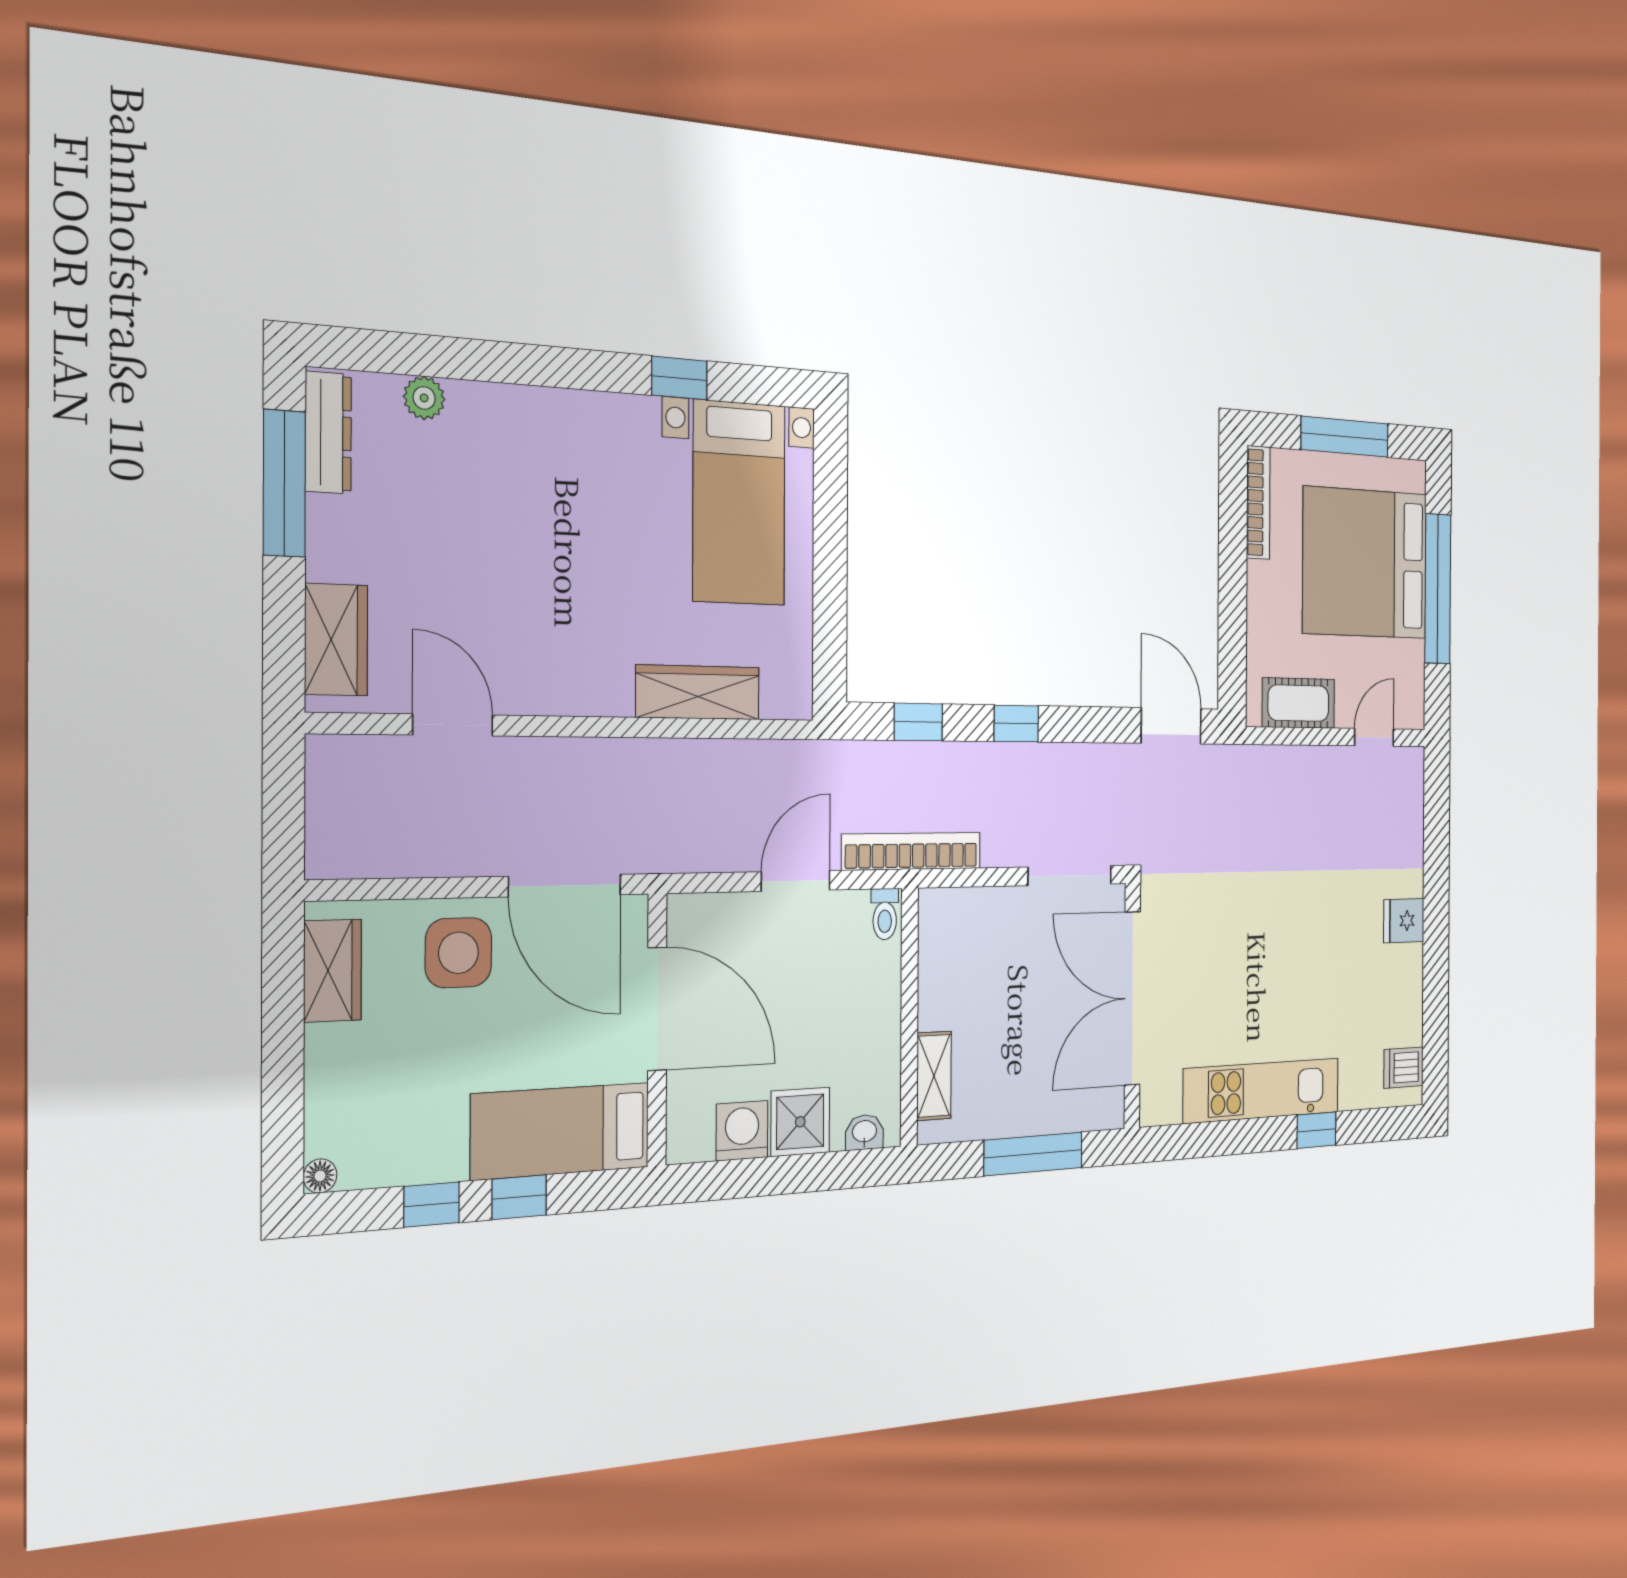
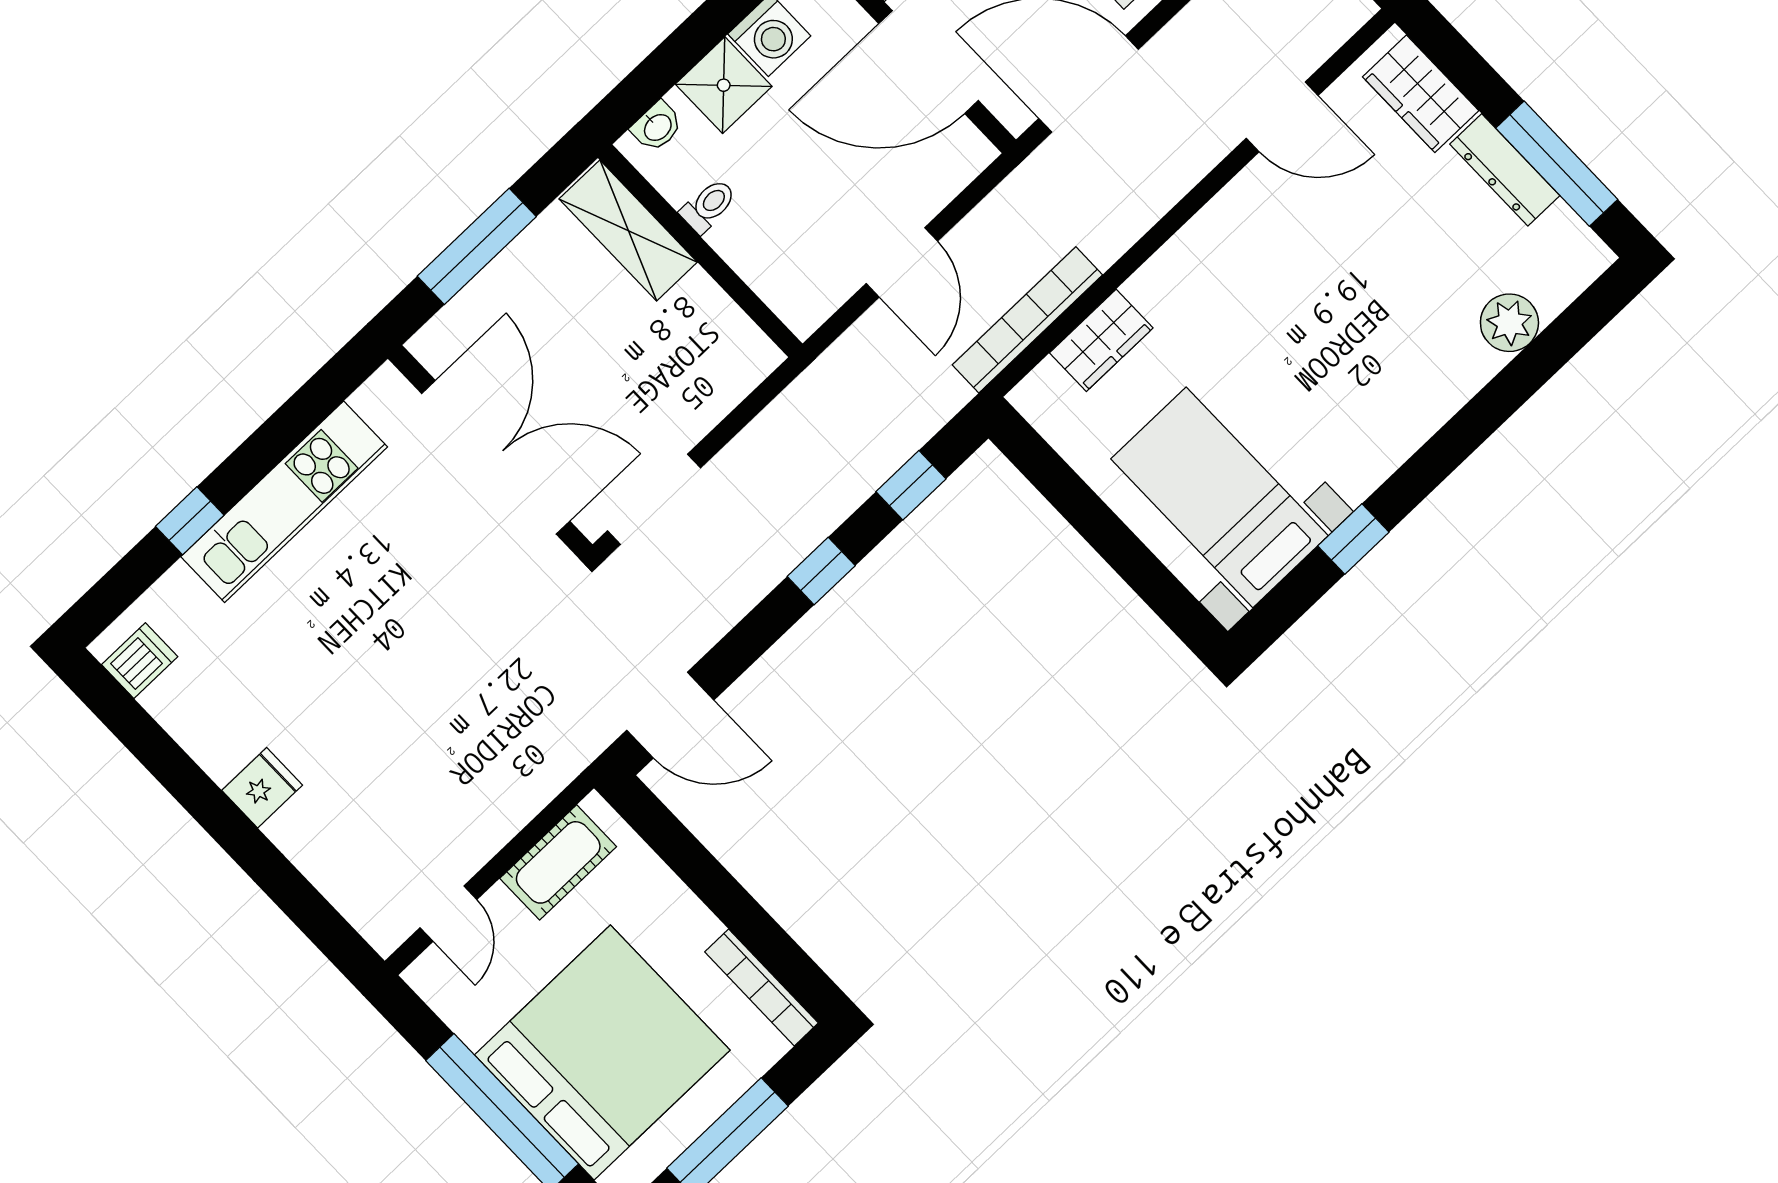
plant: (424, 398) -> (1509, 323), width x1.38, depth x1.38
dresser: (328, 433) -> (1505, 170), moved
wardrobe: (698, 692) -> (1101, 340), width x0.67
bookcase: (912, 851) -> (1027, 320), moved, turned 180
toilet: (885, 914) -> (708, 206), moved, turned 90
shelving: (934, 1076) -> (628, 230), width x1.50, depth x1.33

